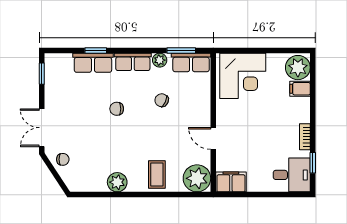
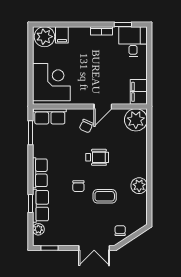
plant: (160, 60) -> (38, 229), moved
row of seats: (191, 62) -> (50, 116), moved, turned 90
chair: (162, 100) -> (86, 126), moved
wheelchair: (152, 131) -> (97, 157), added
coffee table: (157, 174) -> (105, 196), moved

